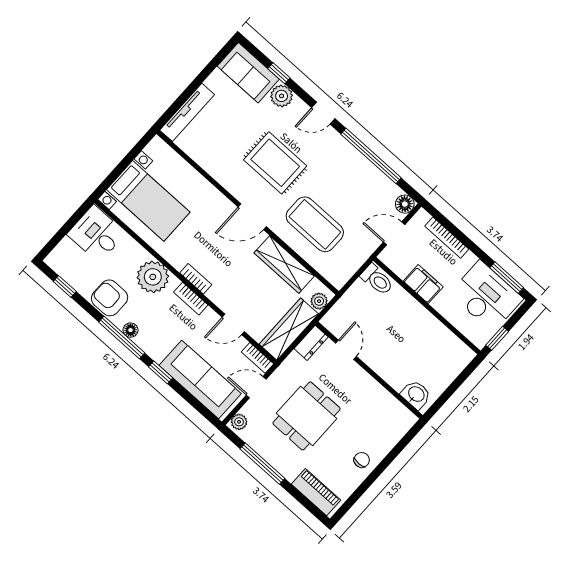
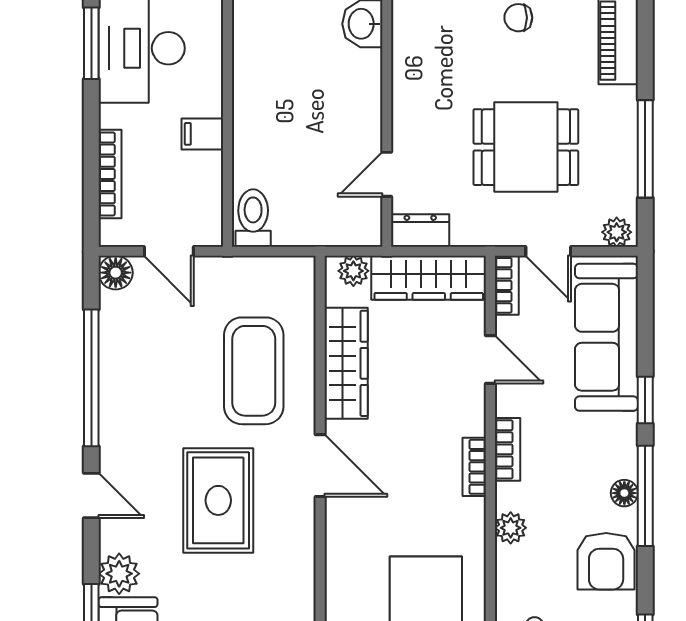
plant: (153, 277) -> (511, 528), width x0.53, depth x0.53
filing cabinet: (423, 284) -> (202, 134), width x0.50

